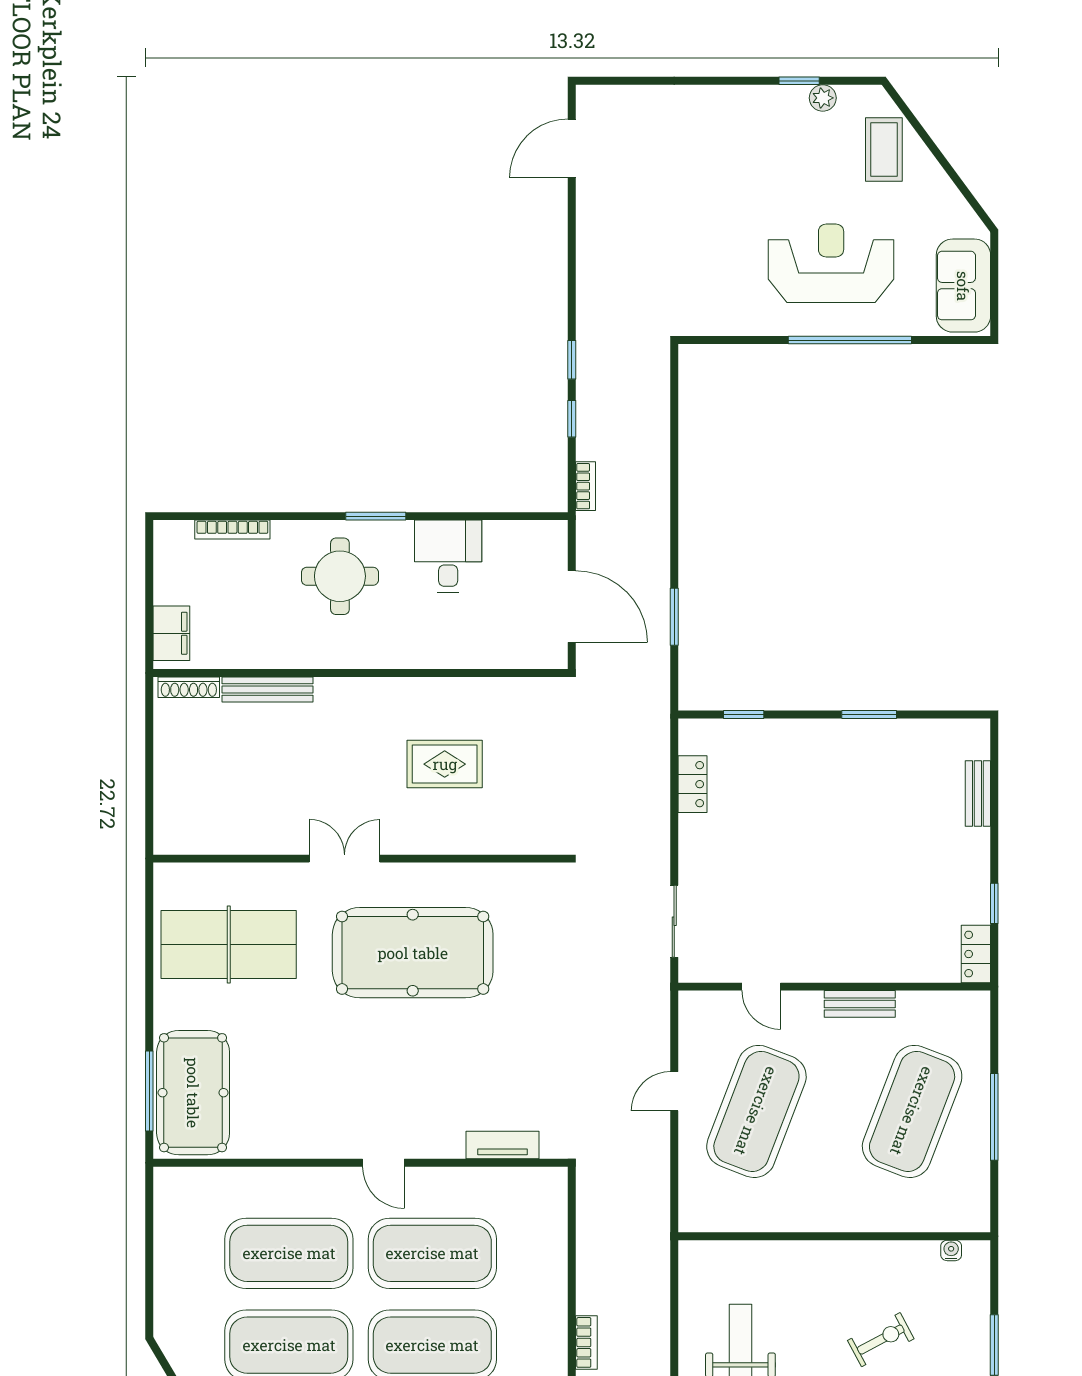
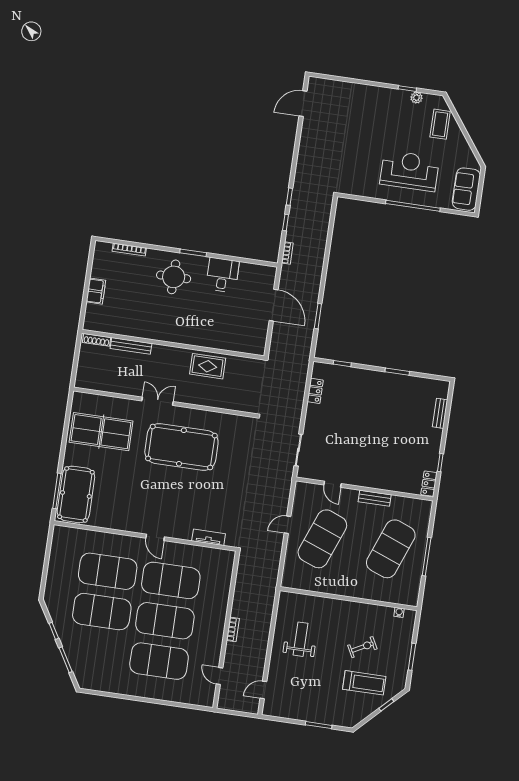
wall: (361, 673) -> (173, 345), moved
shoe rack: (189, 687) -> (97, 340), moved
bench: (267, 690) -> (131, 346), moved

